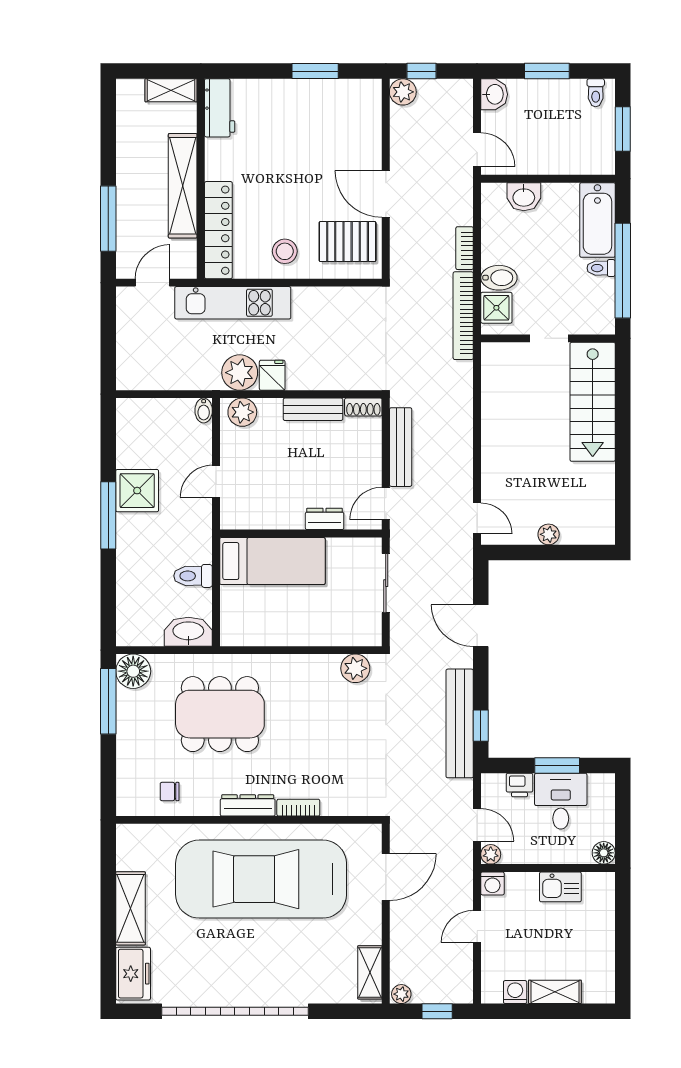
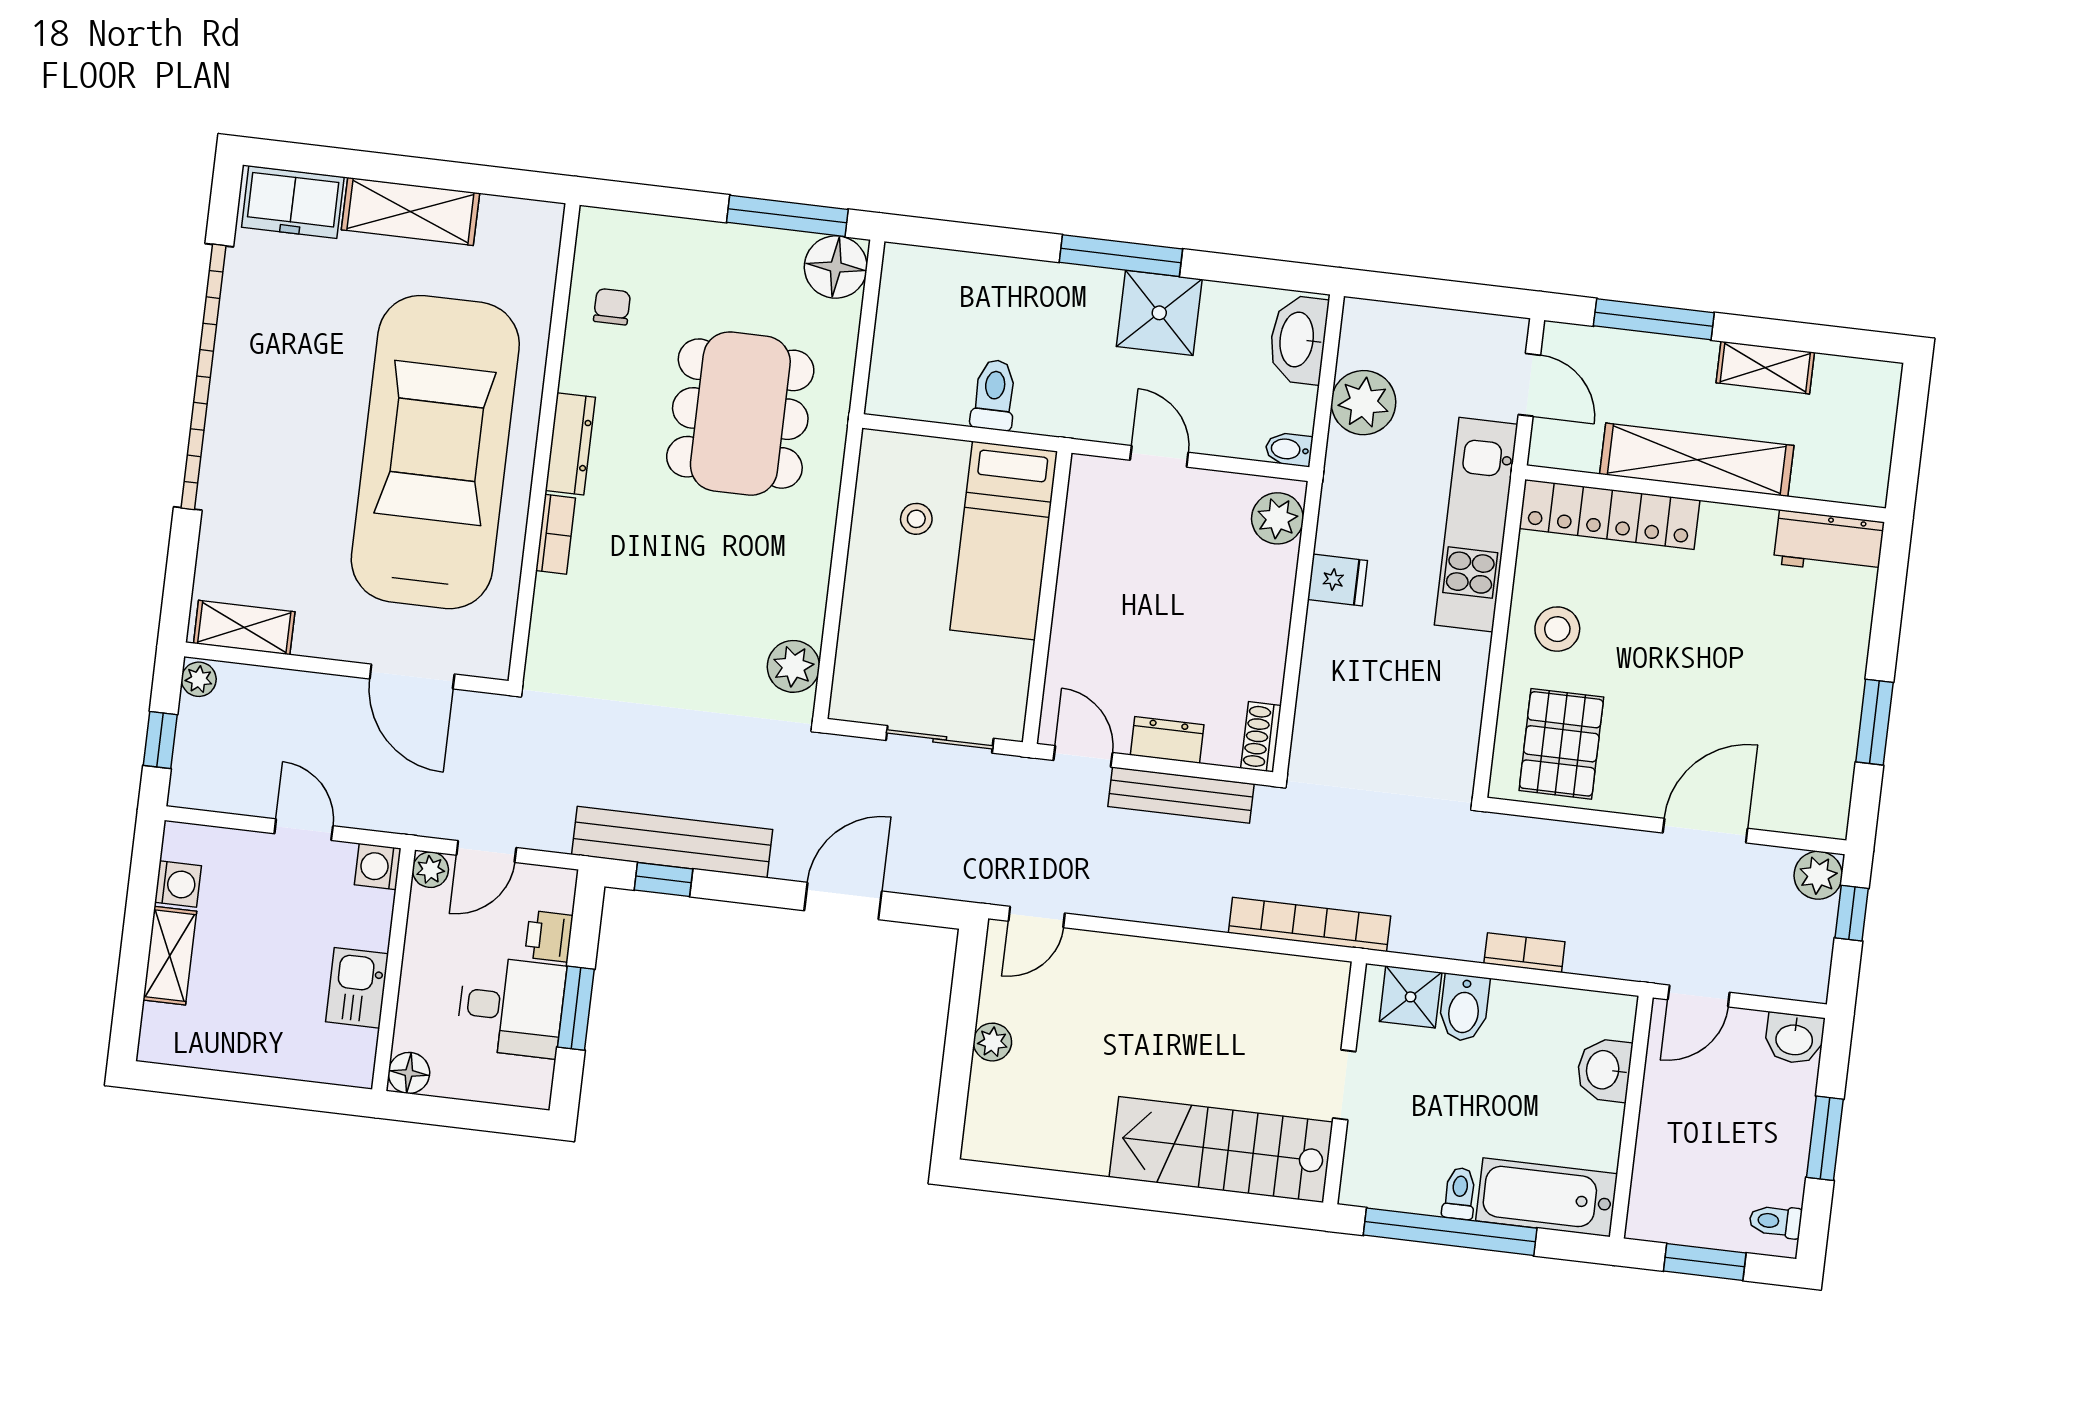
shelving: (171, 90) -> (1765, 368), moved, turned 90
door: (386, 194) -> (1705, 831), moved
bookcase: (463, 316) -> (1310, 924), moved
plant: (240, 373) -> (1363, 403), moved
bench: (313, 409) -> (1268, 646), removed
dresser: (325, 519) -> (1167, 740), moved, turned -90
stool: (266, 611) -> (916, 519), added
washbasin: (188, 632) -> (1298, 340), moved, turned 180

